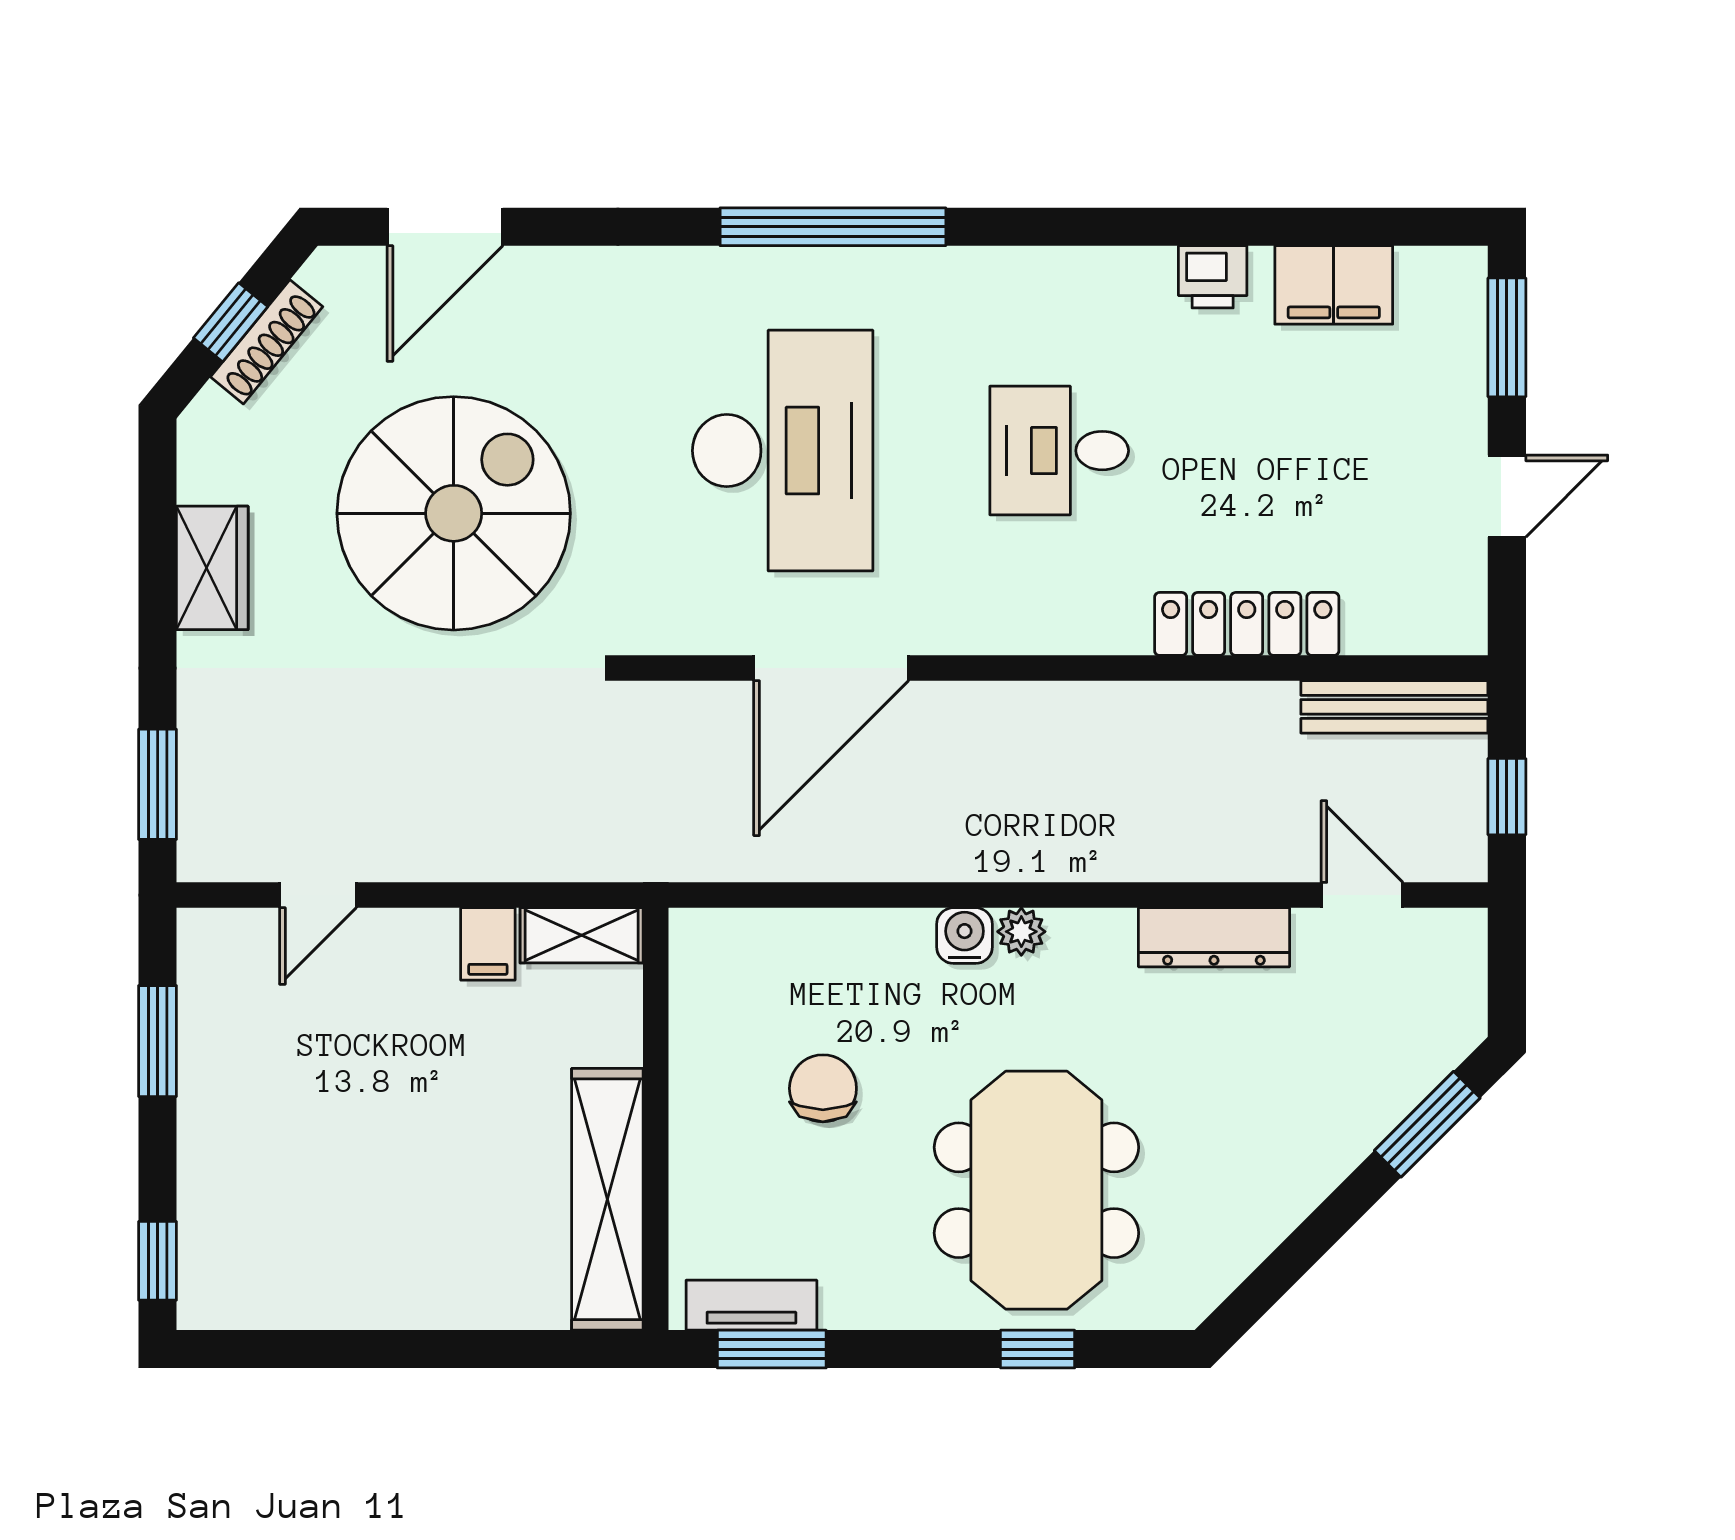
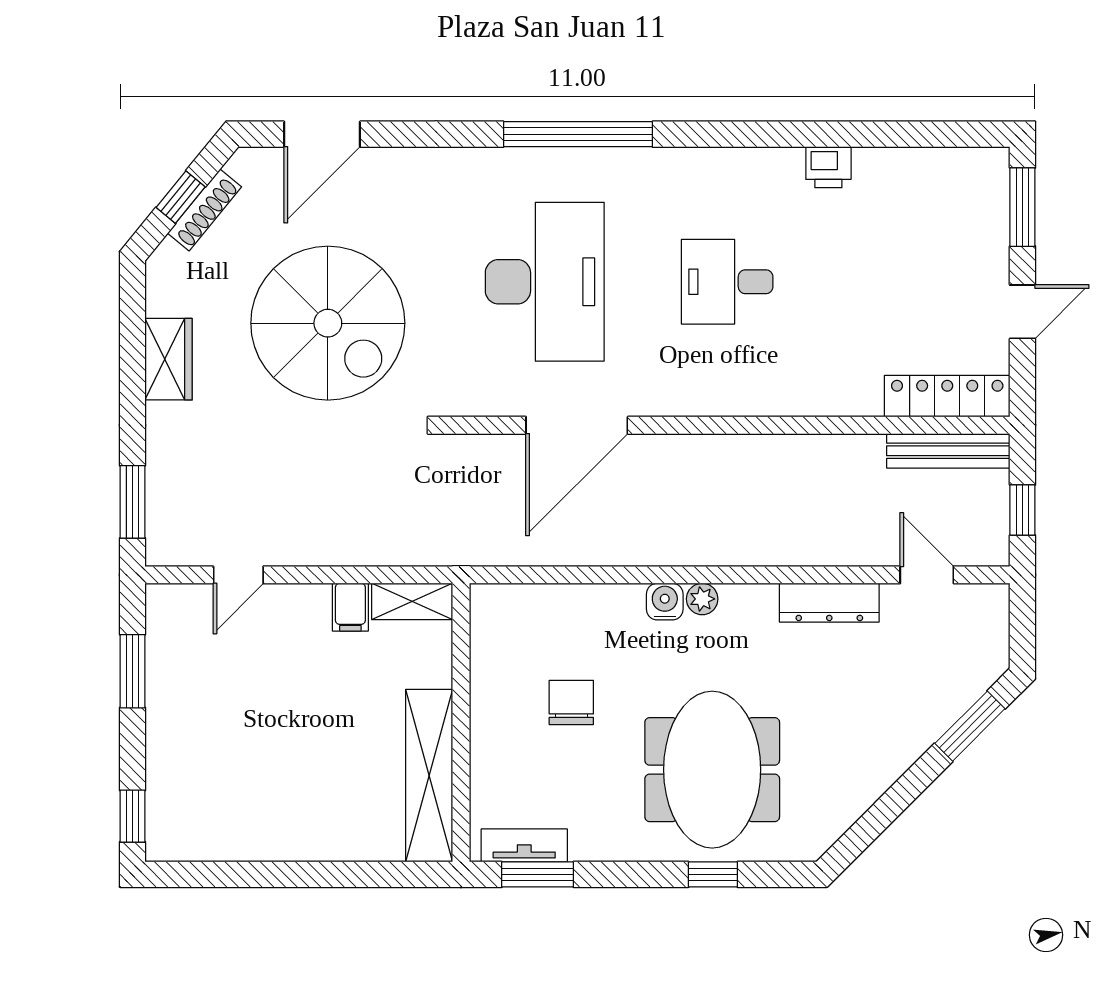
filing cabinet: (1334, 285) -> (908, 173), removed
spiral stairs: (454, 513) -> (328, 323), turned 90
locker: (1247, 624) -> (947, 396), moved

